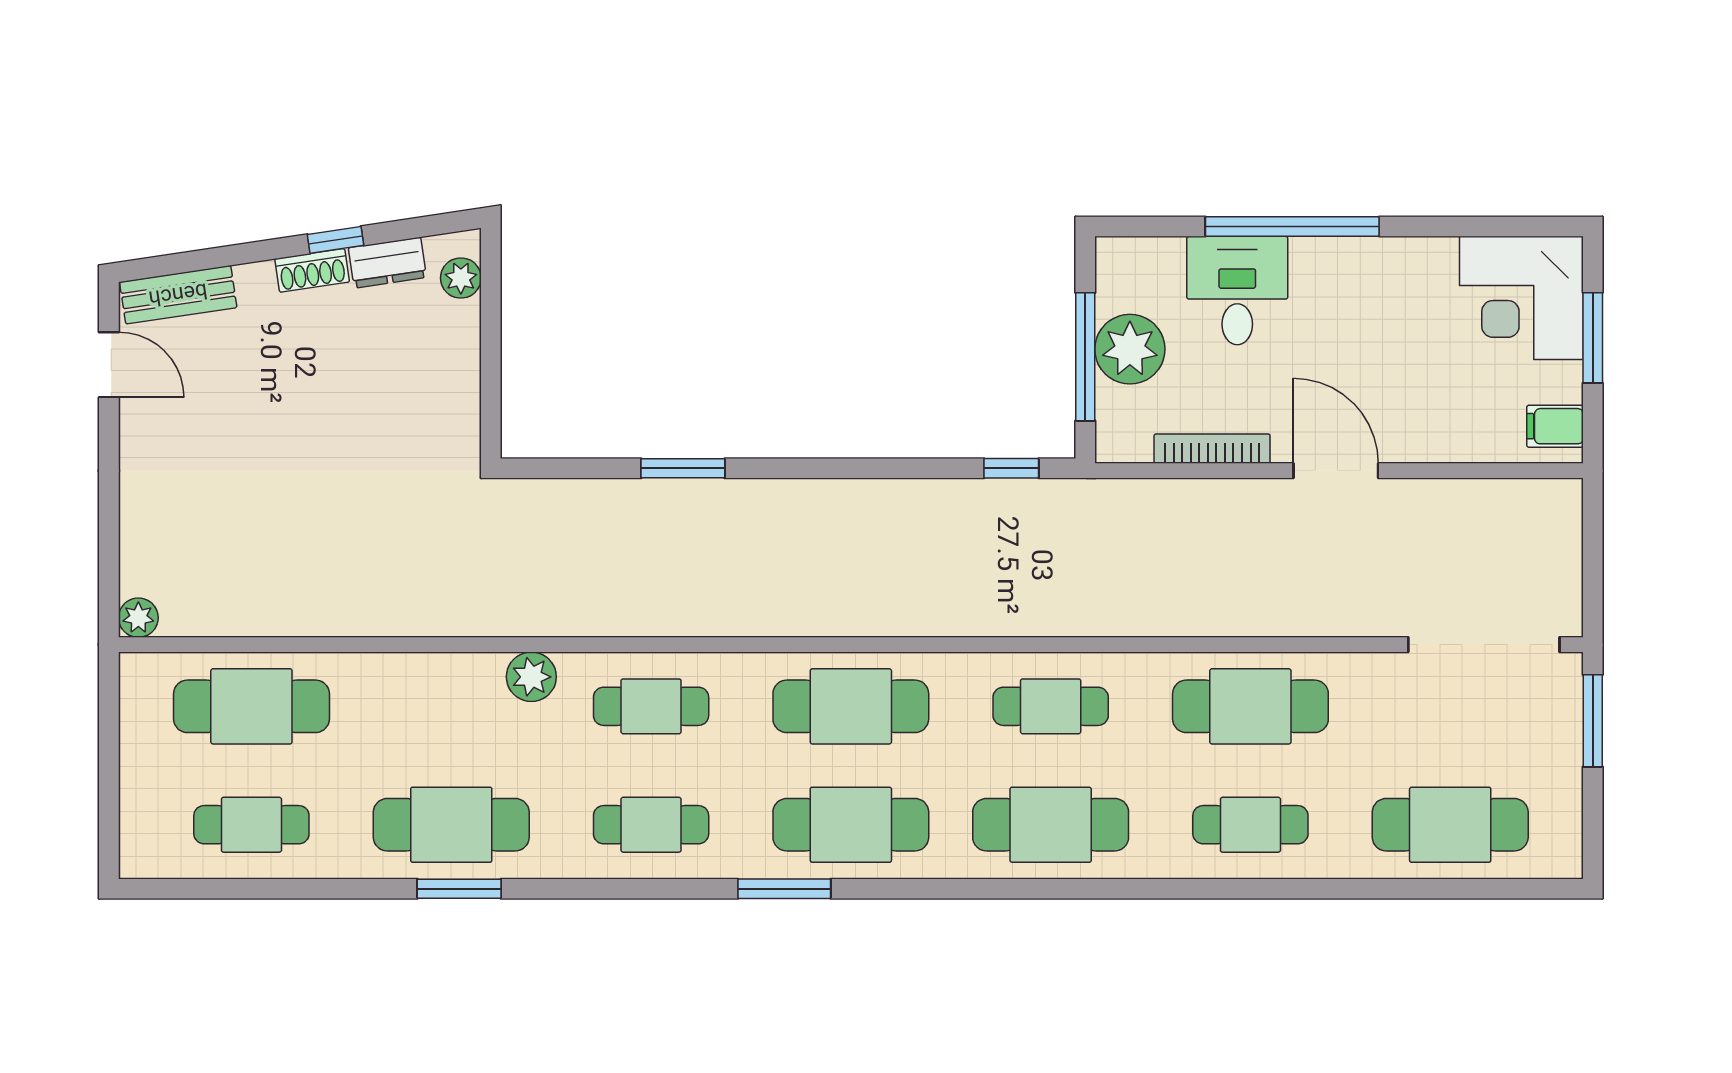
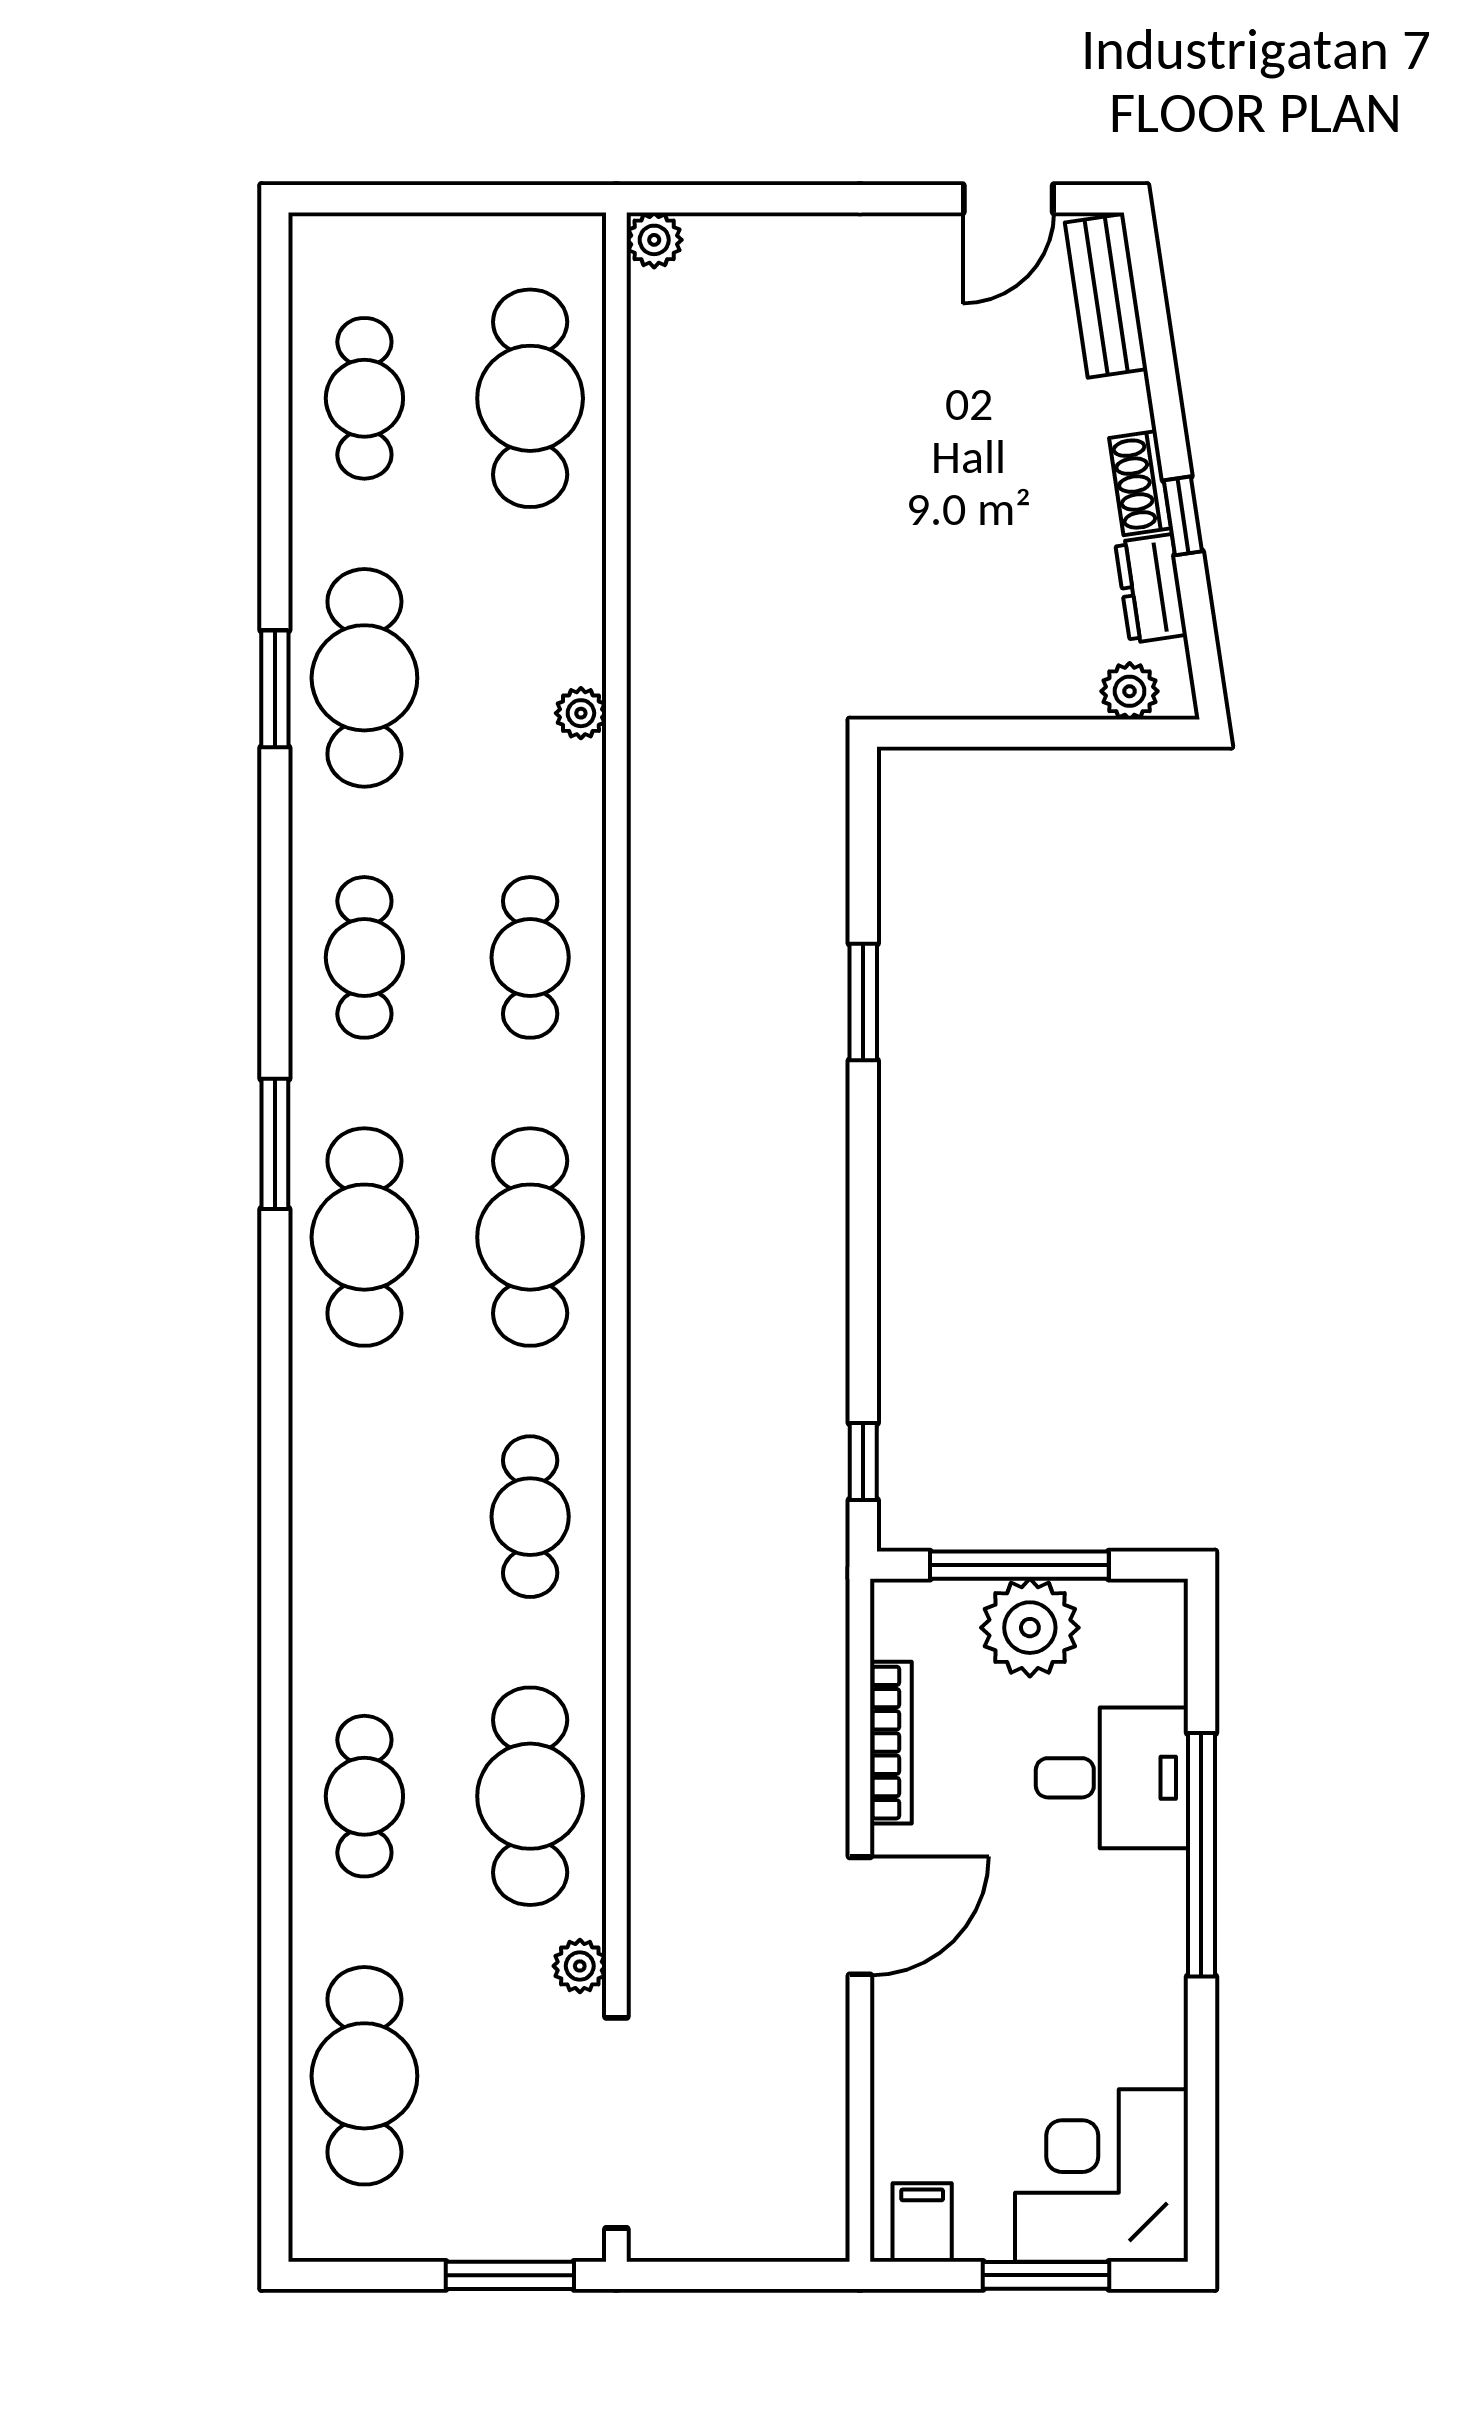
plant: (1372, 671) -> (580, 1966), added
plant: (531, 677) -> (581, 713), moved, width x0.73, depth x0.73
cafe table: (1051, 825) -> (364, 1517), removed

